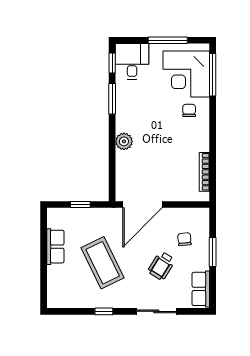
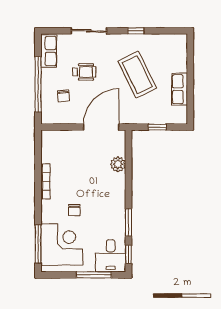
window: (168, 40) -> (94, 275), moved
chair: (189, 110) -> (74, 210), moved
plant: (124, 141) -> (118, 164), moved
bookcase: (204, 172) -> (45, 181), moved
window: (213, 252) -> (38, 84), width x2.11
wheelchair: (161, 266) -> (84, 72), turned 58

